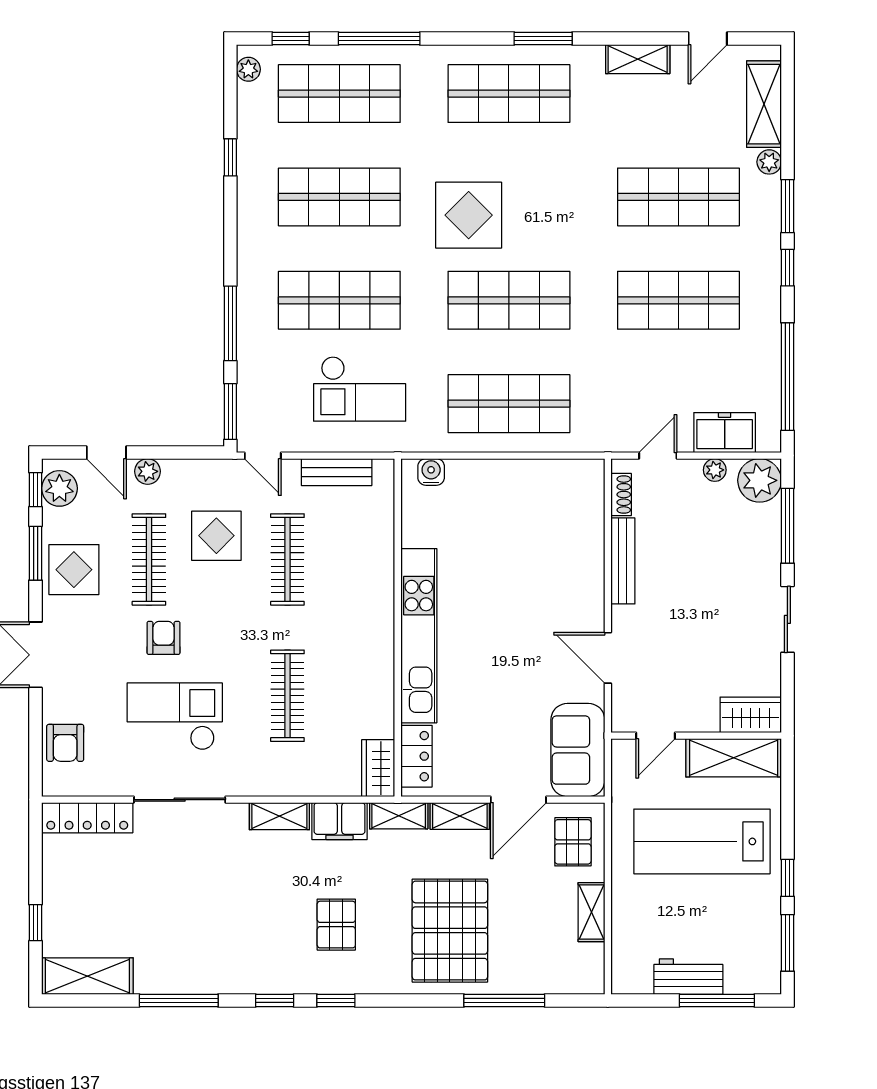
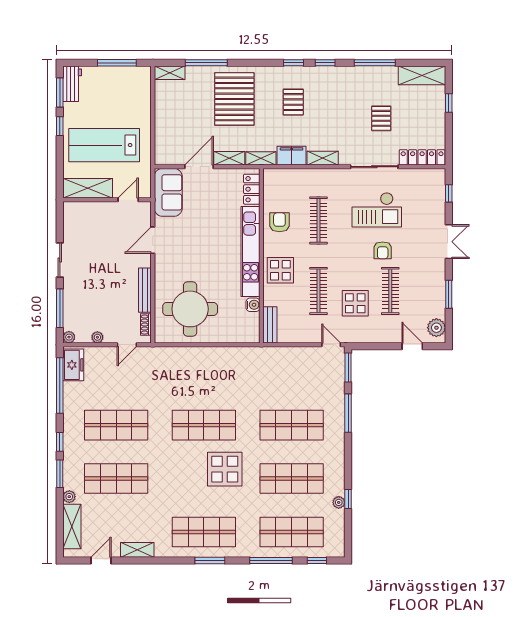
window: (543, 39) -> (210, 560), moved
plant: (248, 69) -> (339, 502), moved
checkout: (360, 389) -> (281, 379), removed
shop shelf: (509, 404) -> (204, 372), removed
freezer: (725, 433) -> (73, 365), moved, turned -90
plant: (148, 471) -> (391, 336), removed
bench: (337, 472) -> (270, 325), moved, turned 90
water cooler: (431, 472) -> (253, 305), moved, turned -90
plant: (760, 480) -> (69, 337), width x0.53, depth x0.53
window: (36, 490) -> (449, 193), moved
round table: (536, 525) -> (190, 309), added
display table: (74, 570) -> (280, 270), moved
door: (608, 658) -> (153, 240), swing flipped
wardrobe: (751, 715) -> (79, 211), removed
armchair: (65, 743) -> (279, 222), moved
wardrobe: (378, 768) -> (272, 183), removed
lab bench: (702, 841) -> (104, 145), turned 180
pallet: (573, 842) -> (381, 118), moved
shelving: (591, 912) -> (170, 73), moved, turned 90
workbench: (688, 977) -> (72, 84), moved, turned -90
window: (717, 1000) -> (117, 63), moved

